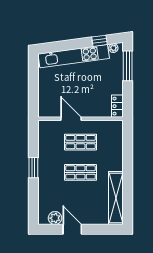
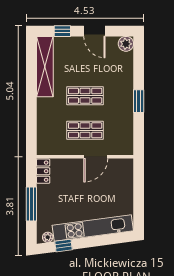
window: (128, 66) -> (31, 204), moved
door: (71, 119) -> (96, 157), hinge flipped
plant: (55, 218) -> (126, 44), moved
window: (100, 229) -> (62, 31), added

